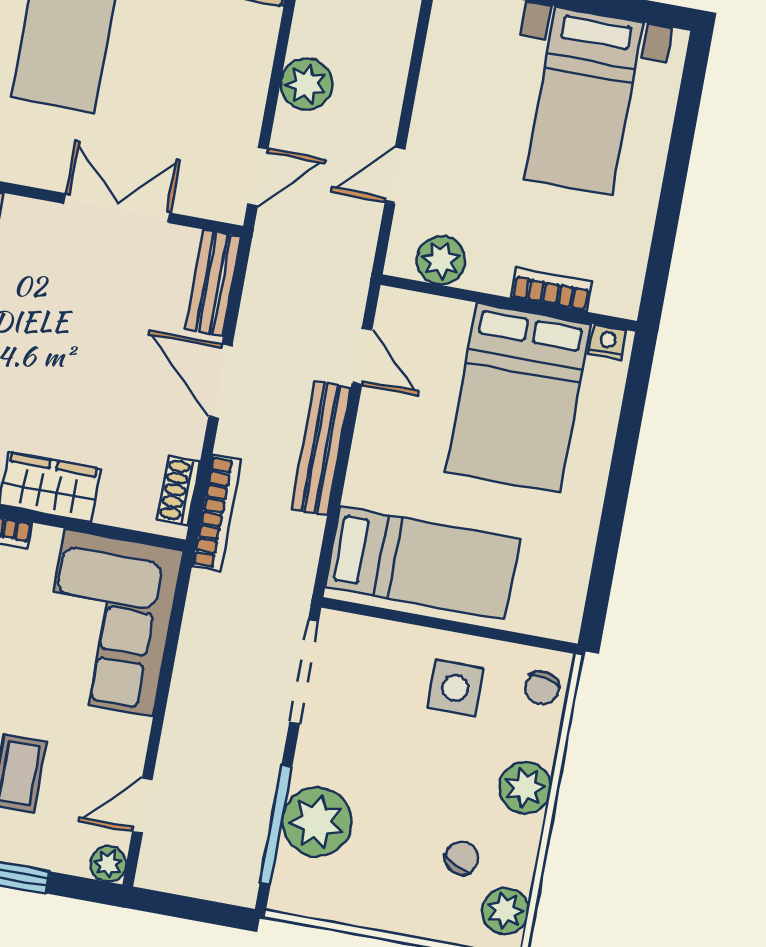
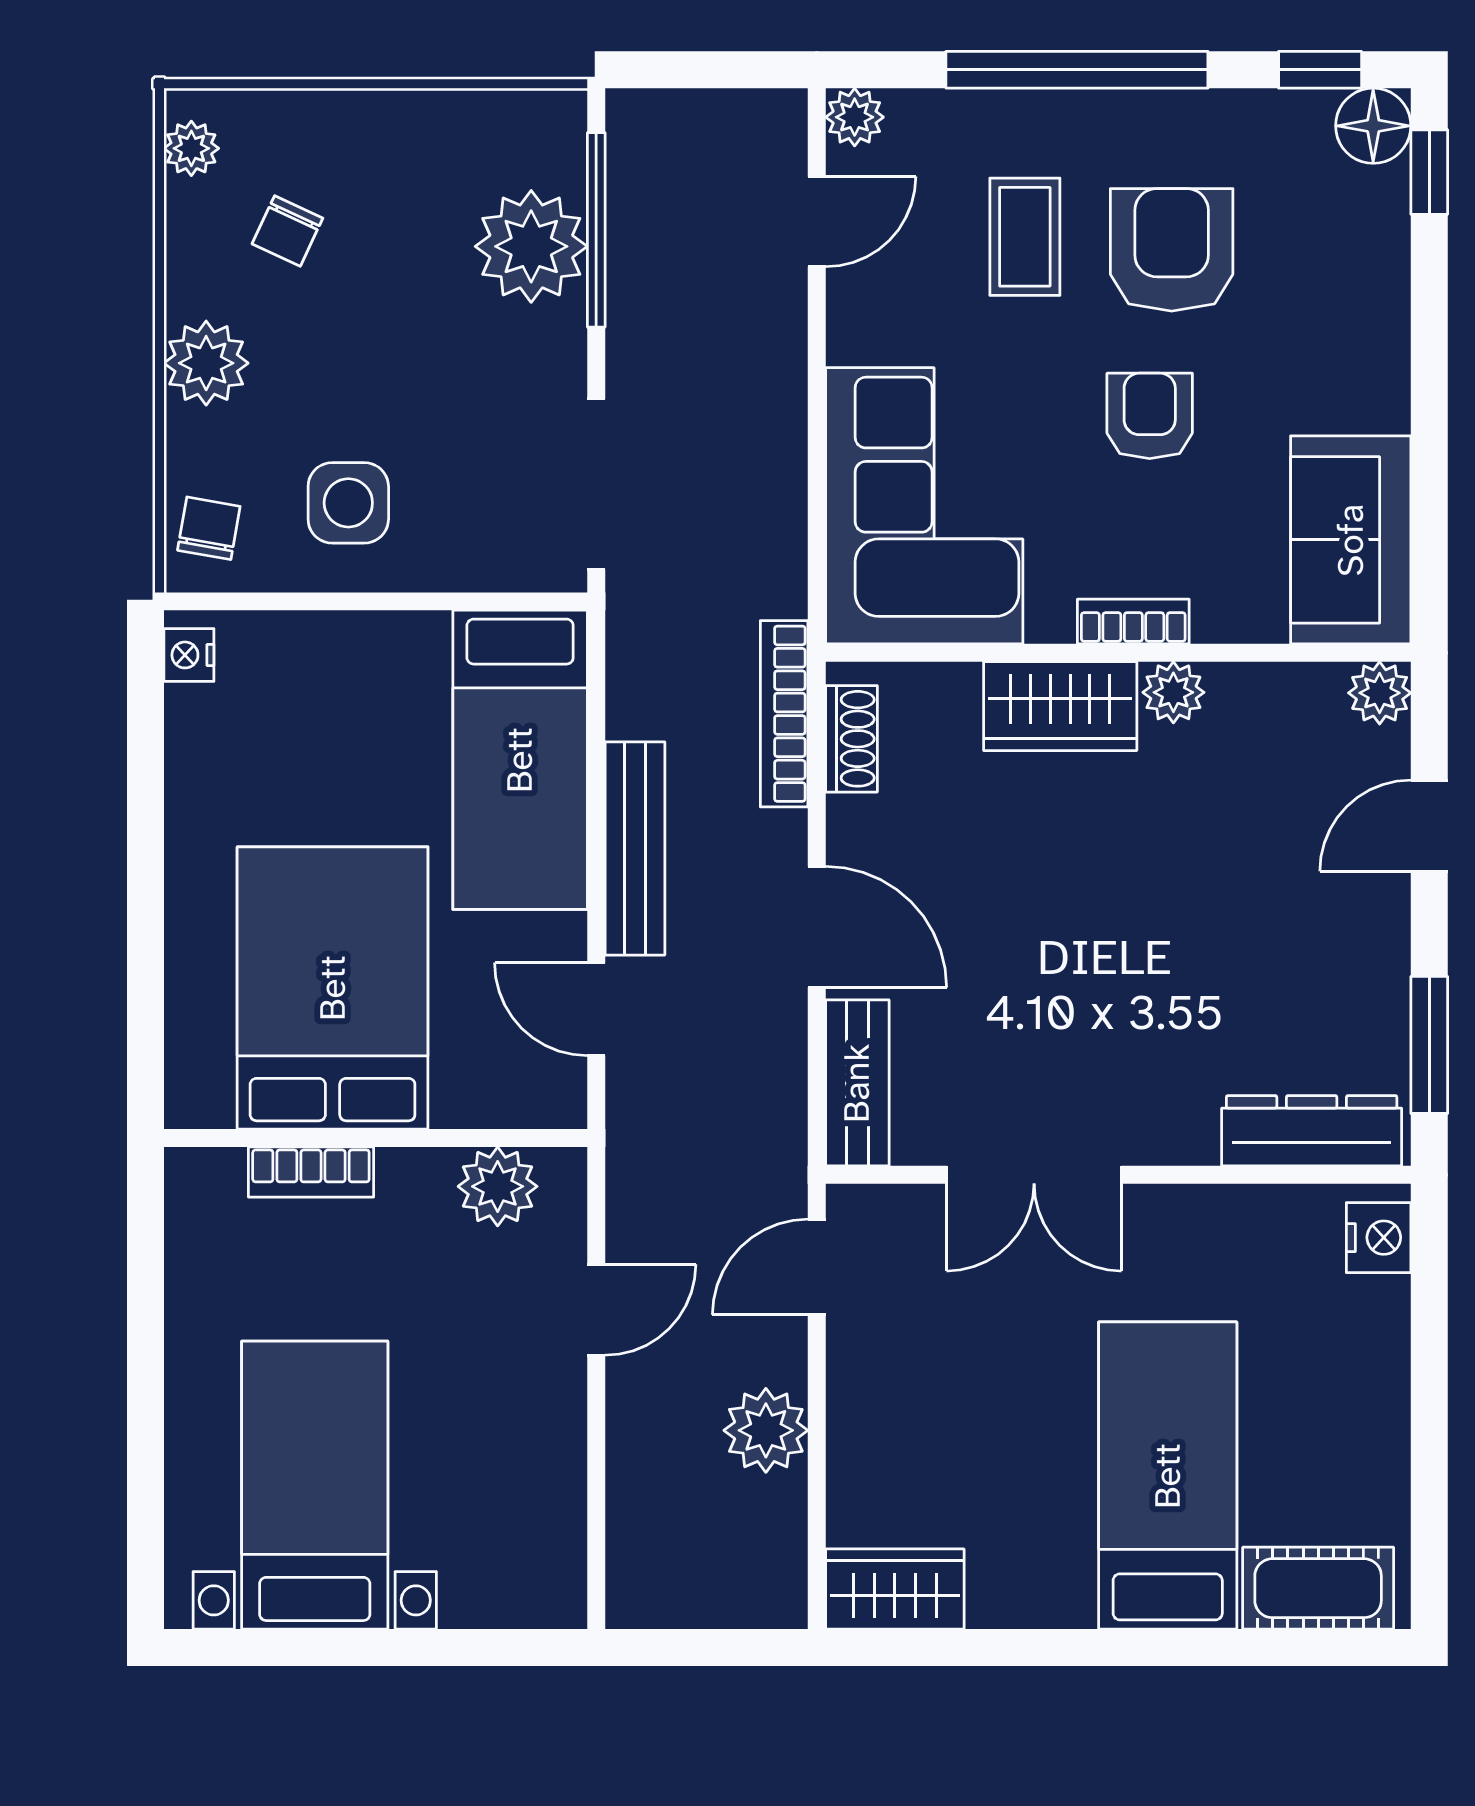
nightstand: (608, 342) -> (189, 655), moved, turned 90
bed: (422, 563) -> (520, 760), moved, turned -90
plant: (505, 911) -> (191, 148), width x0.73, depth x0.73

